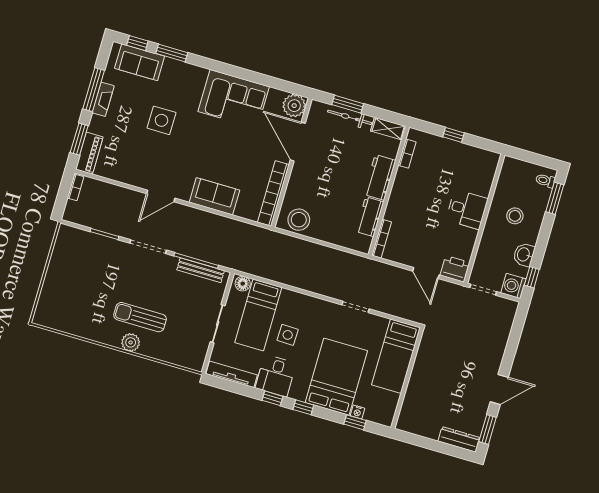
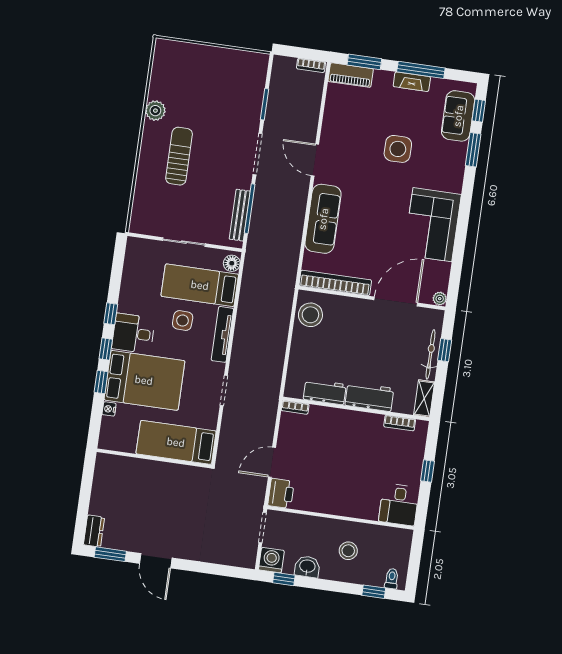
window: (348, 104) -> (445, 350), width x0.67
plant: (294, 106) -> (440, 299), width x0.53, depth x0.53
sofa: (214, 196) -> (323, 219), width x1.36
window: (555, 198) -> (374, 592), width x0.67
desk: (467, 209) -> (399, 505), moved
bookcase: (382, 239) -> (295, 407), width x0.64
plant: (131, 342) -> (155, 111), moved
tv unit: (232, 374) -> (222, 334), moved, turned 180
desk: (276, 376) -> (133, 333), moved
window: (355, 422) -> (101, 382), moved
dresser: (459, 439) -> (94, 531), width x0.70

